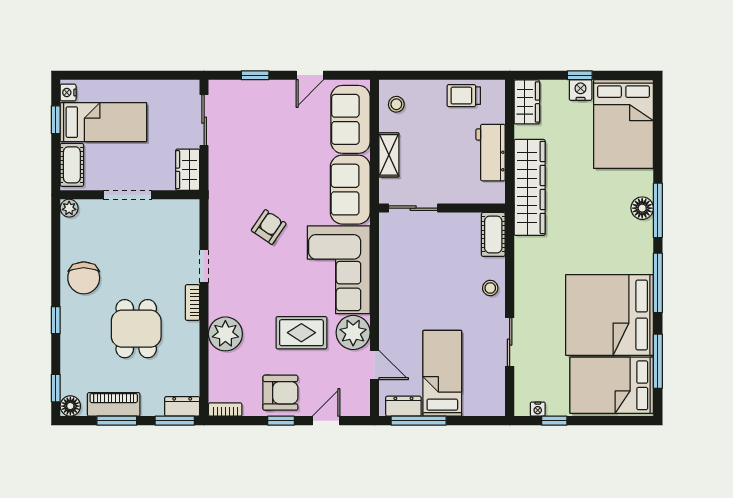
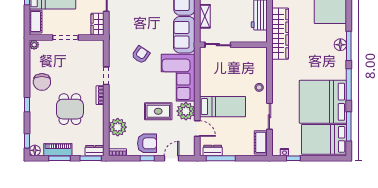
cot: (493, 234) -> (261, 142), moved
plant: (225, 334) -> (118, 127), moved
bed: (442, 373) -> (223, 107), moved, turned 90

